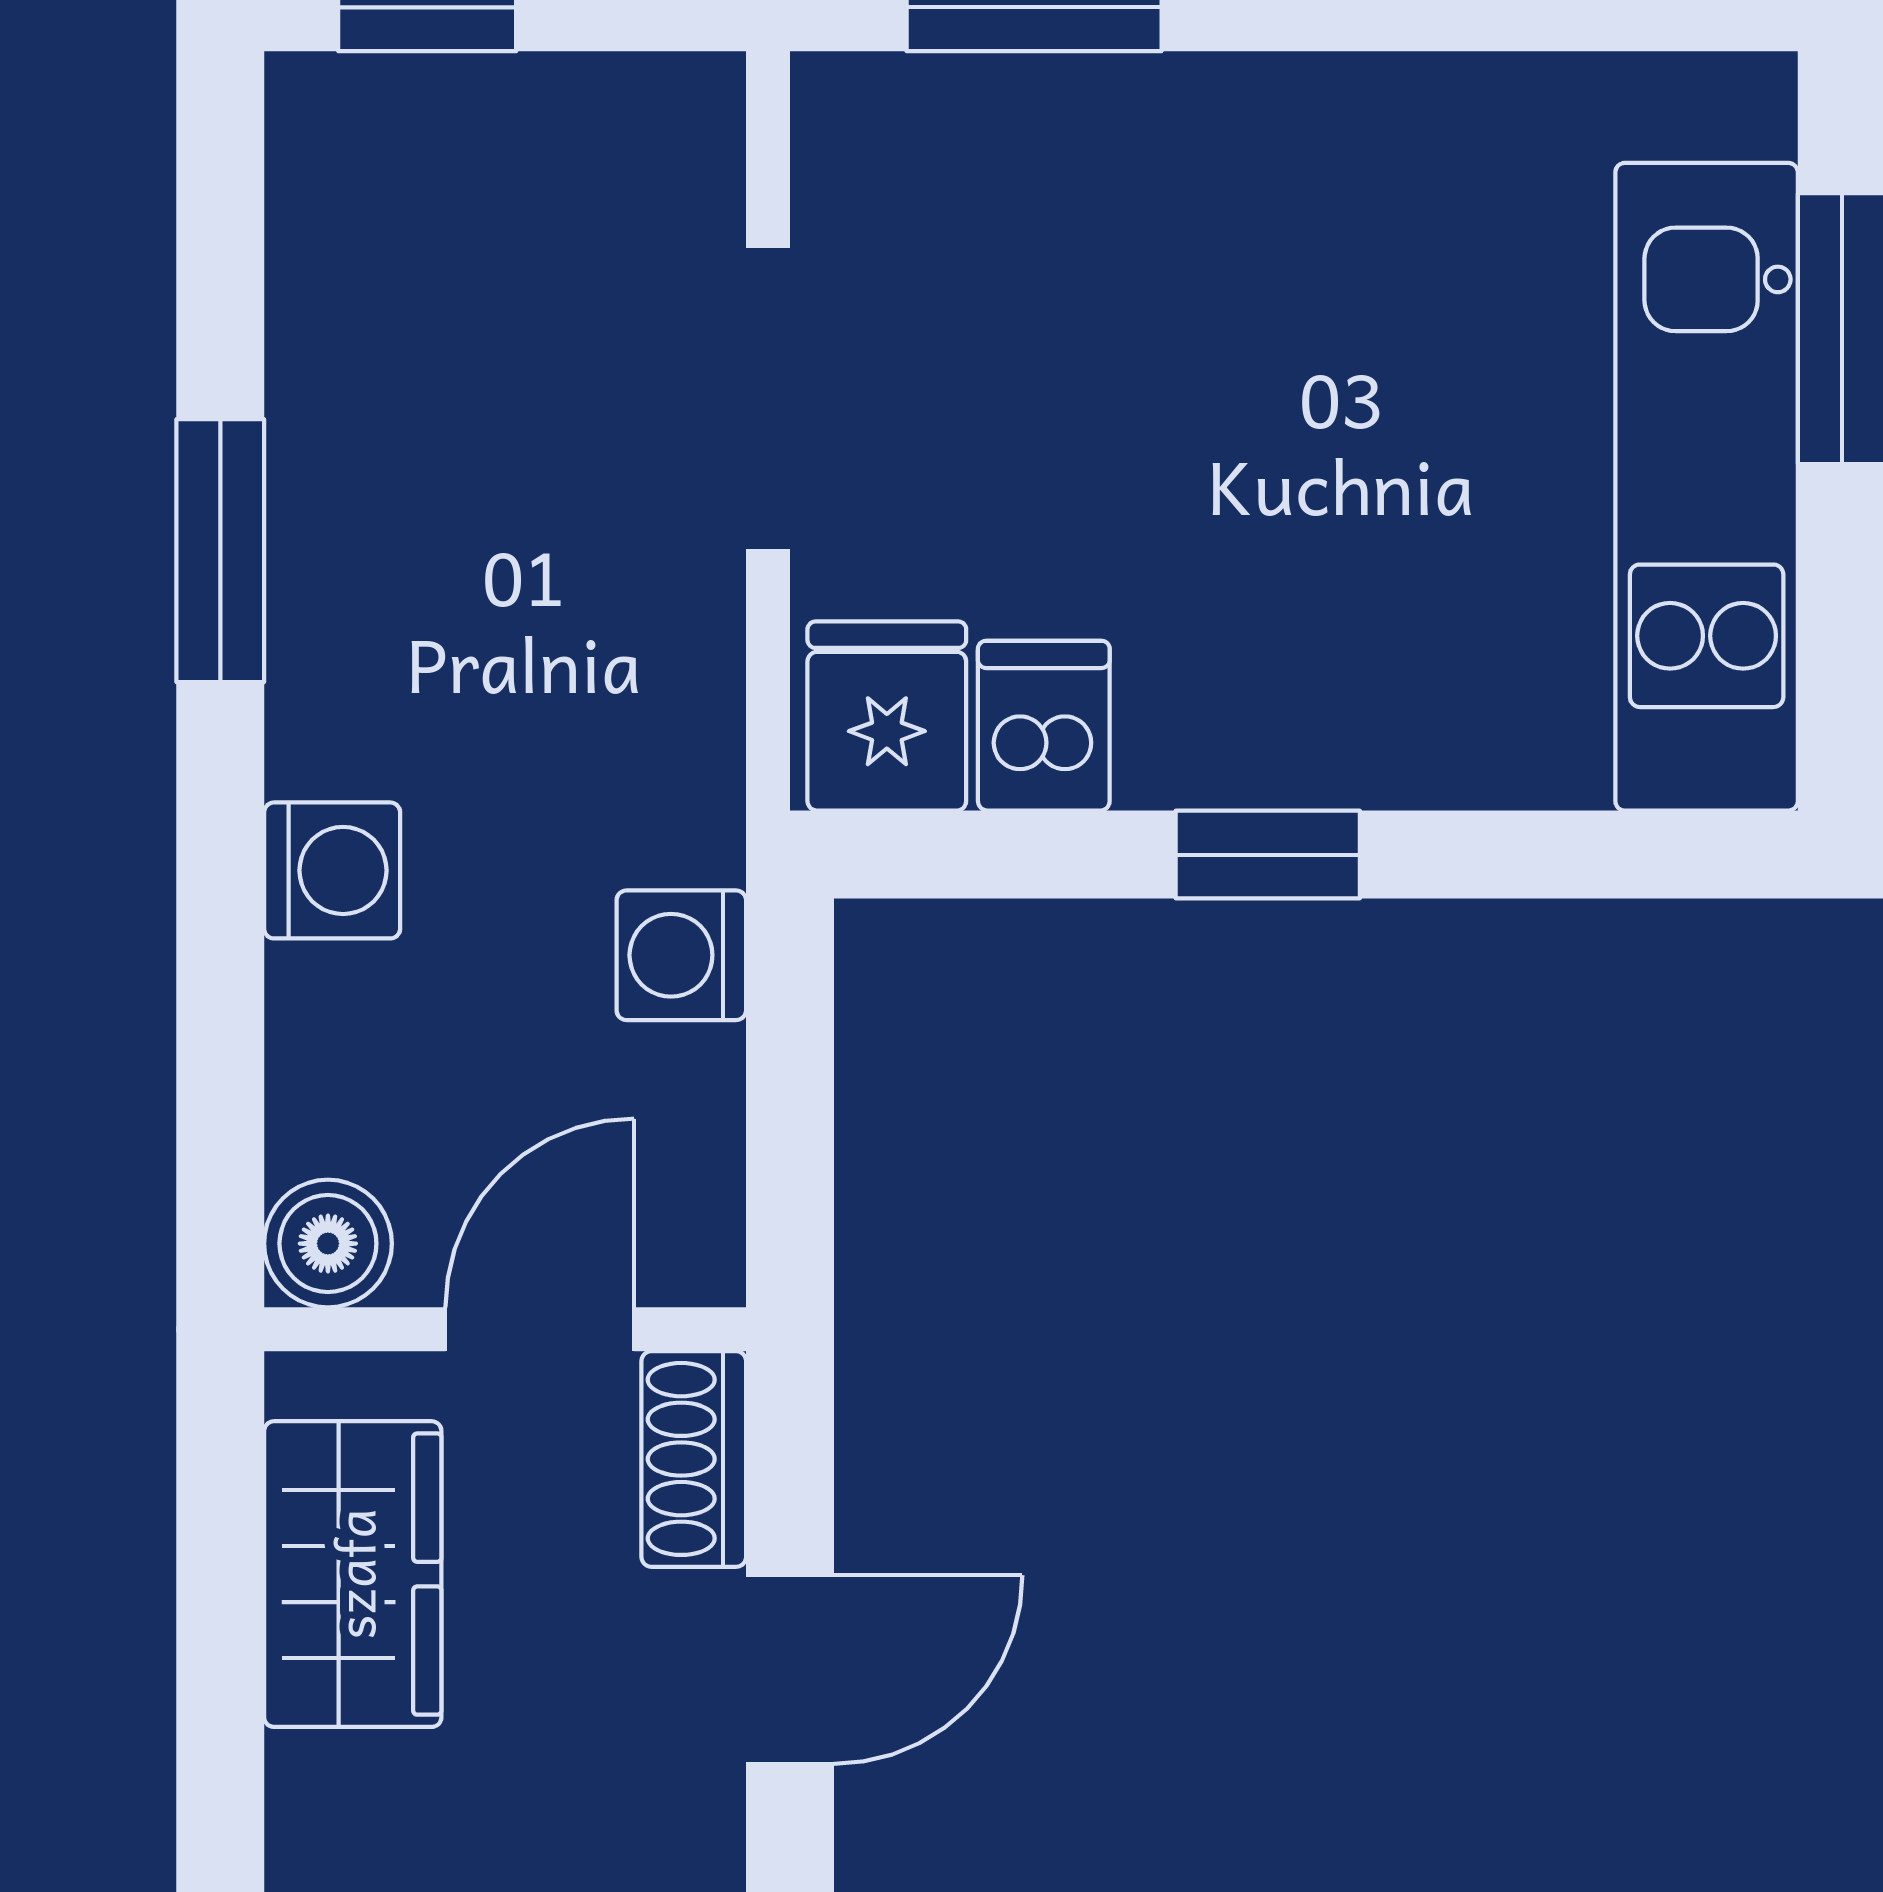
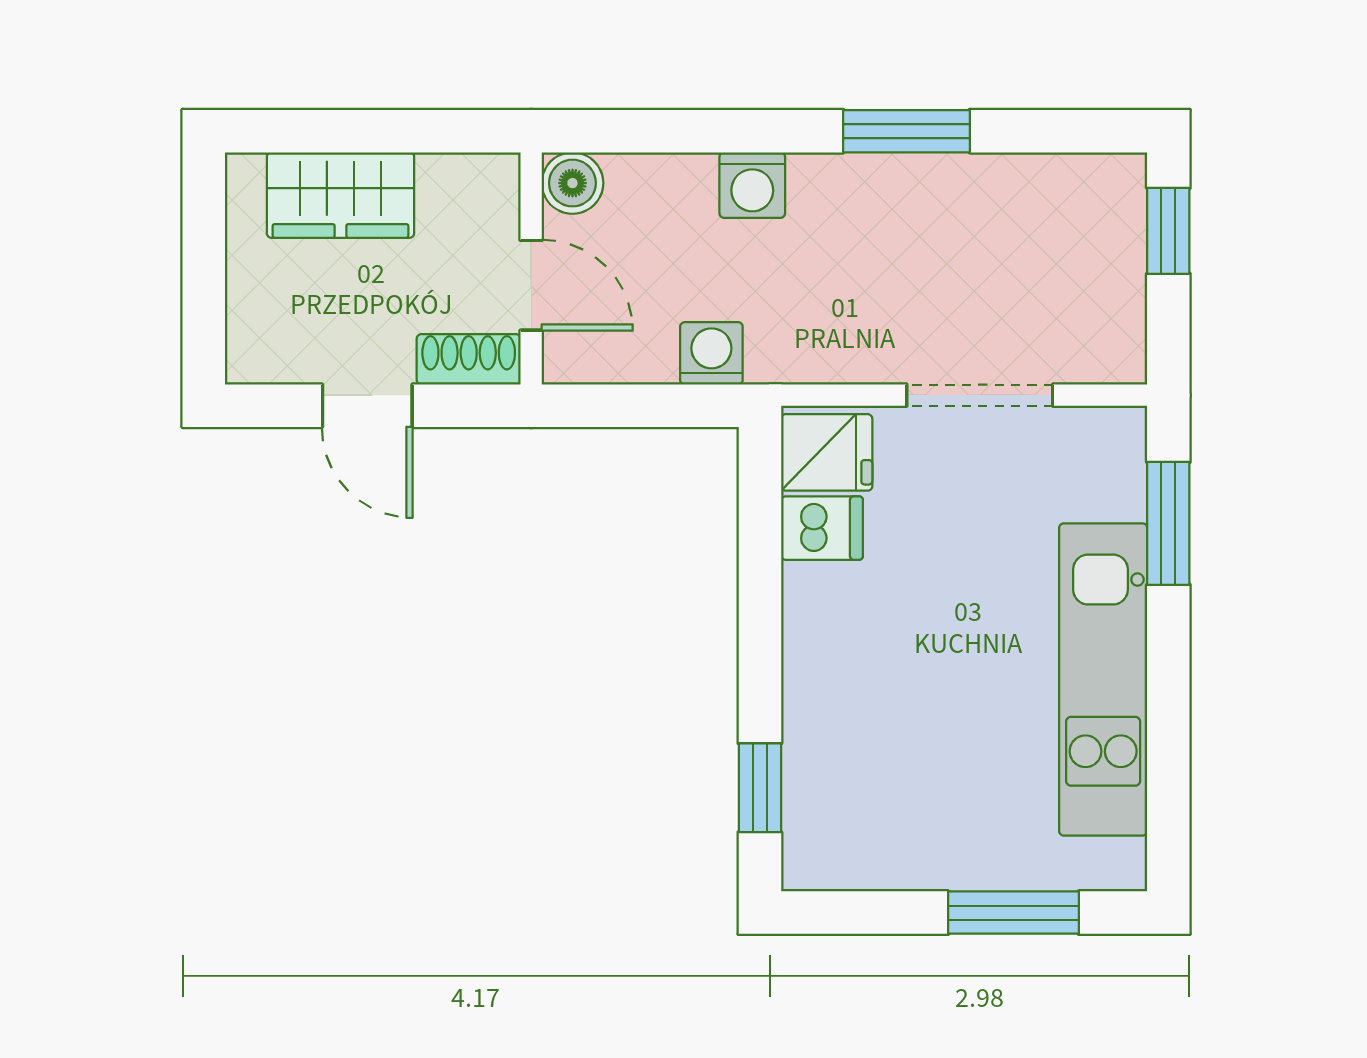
kitchen unit: (1707, 487) -> (1103, 679), moved, turned -90
window: (1268, 855) -> (760, 788), moved
wardrobe: (353, 1574) -> (340, 195), moved

